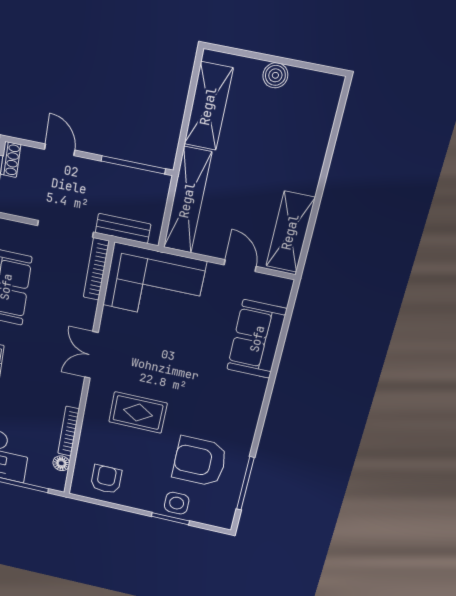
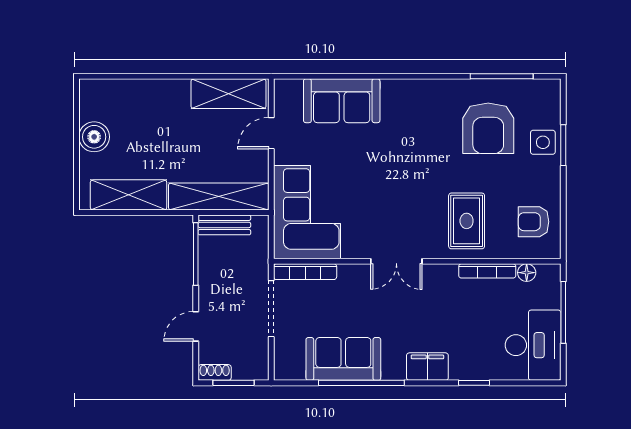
boiler: (275, 75) -> (94, 137), width x1.36, depth x1.36
bench: (123, 228) -> (224, 225), moved, turned 90
rug: (138, 413) -> (467, 221), moved

